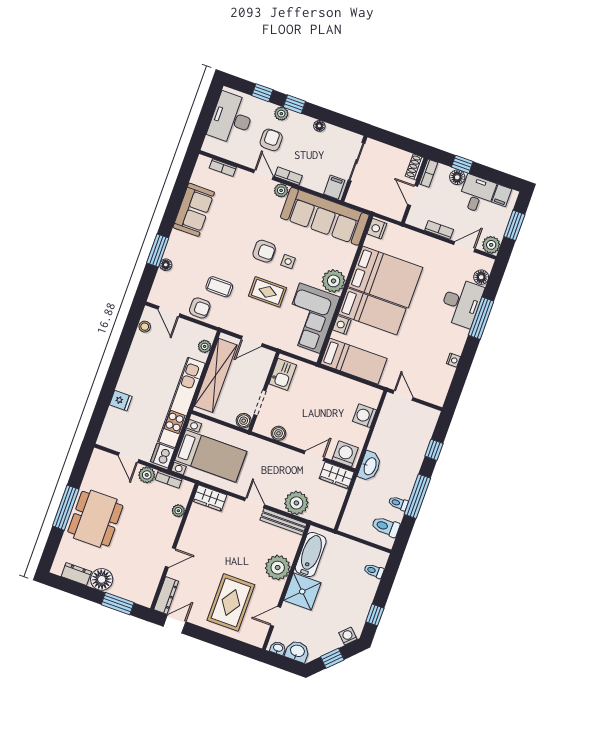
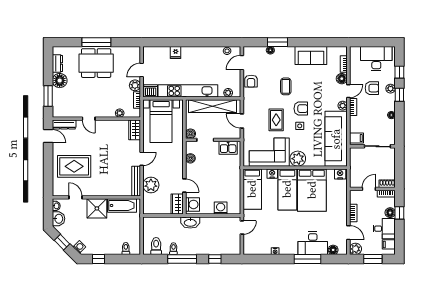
floor lamp: (242, 178) -> (342, 79), added
armchair: (264, 251) -> (301, 109), turned -90
coffee table: (219, 287) -> (286, 86), moved
plant: (278, 568) -> (106, 188), removed

